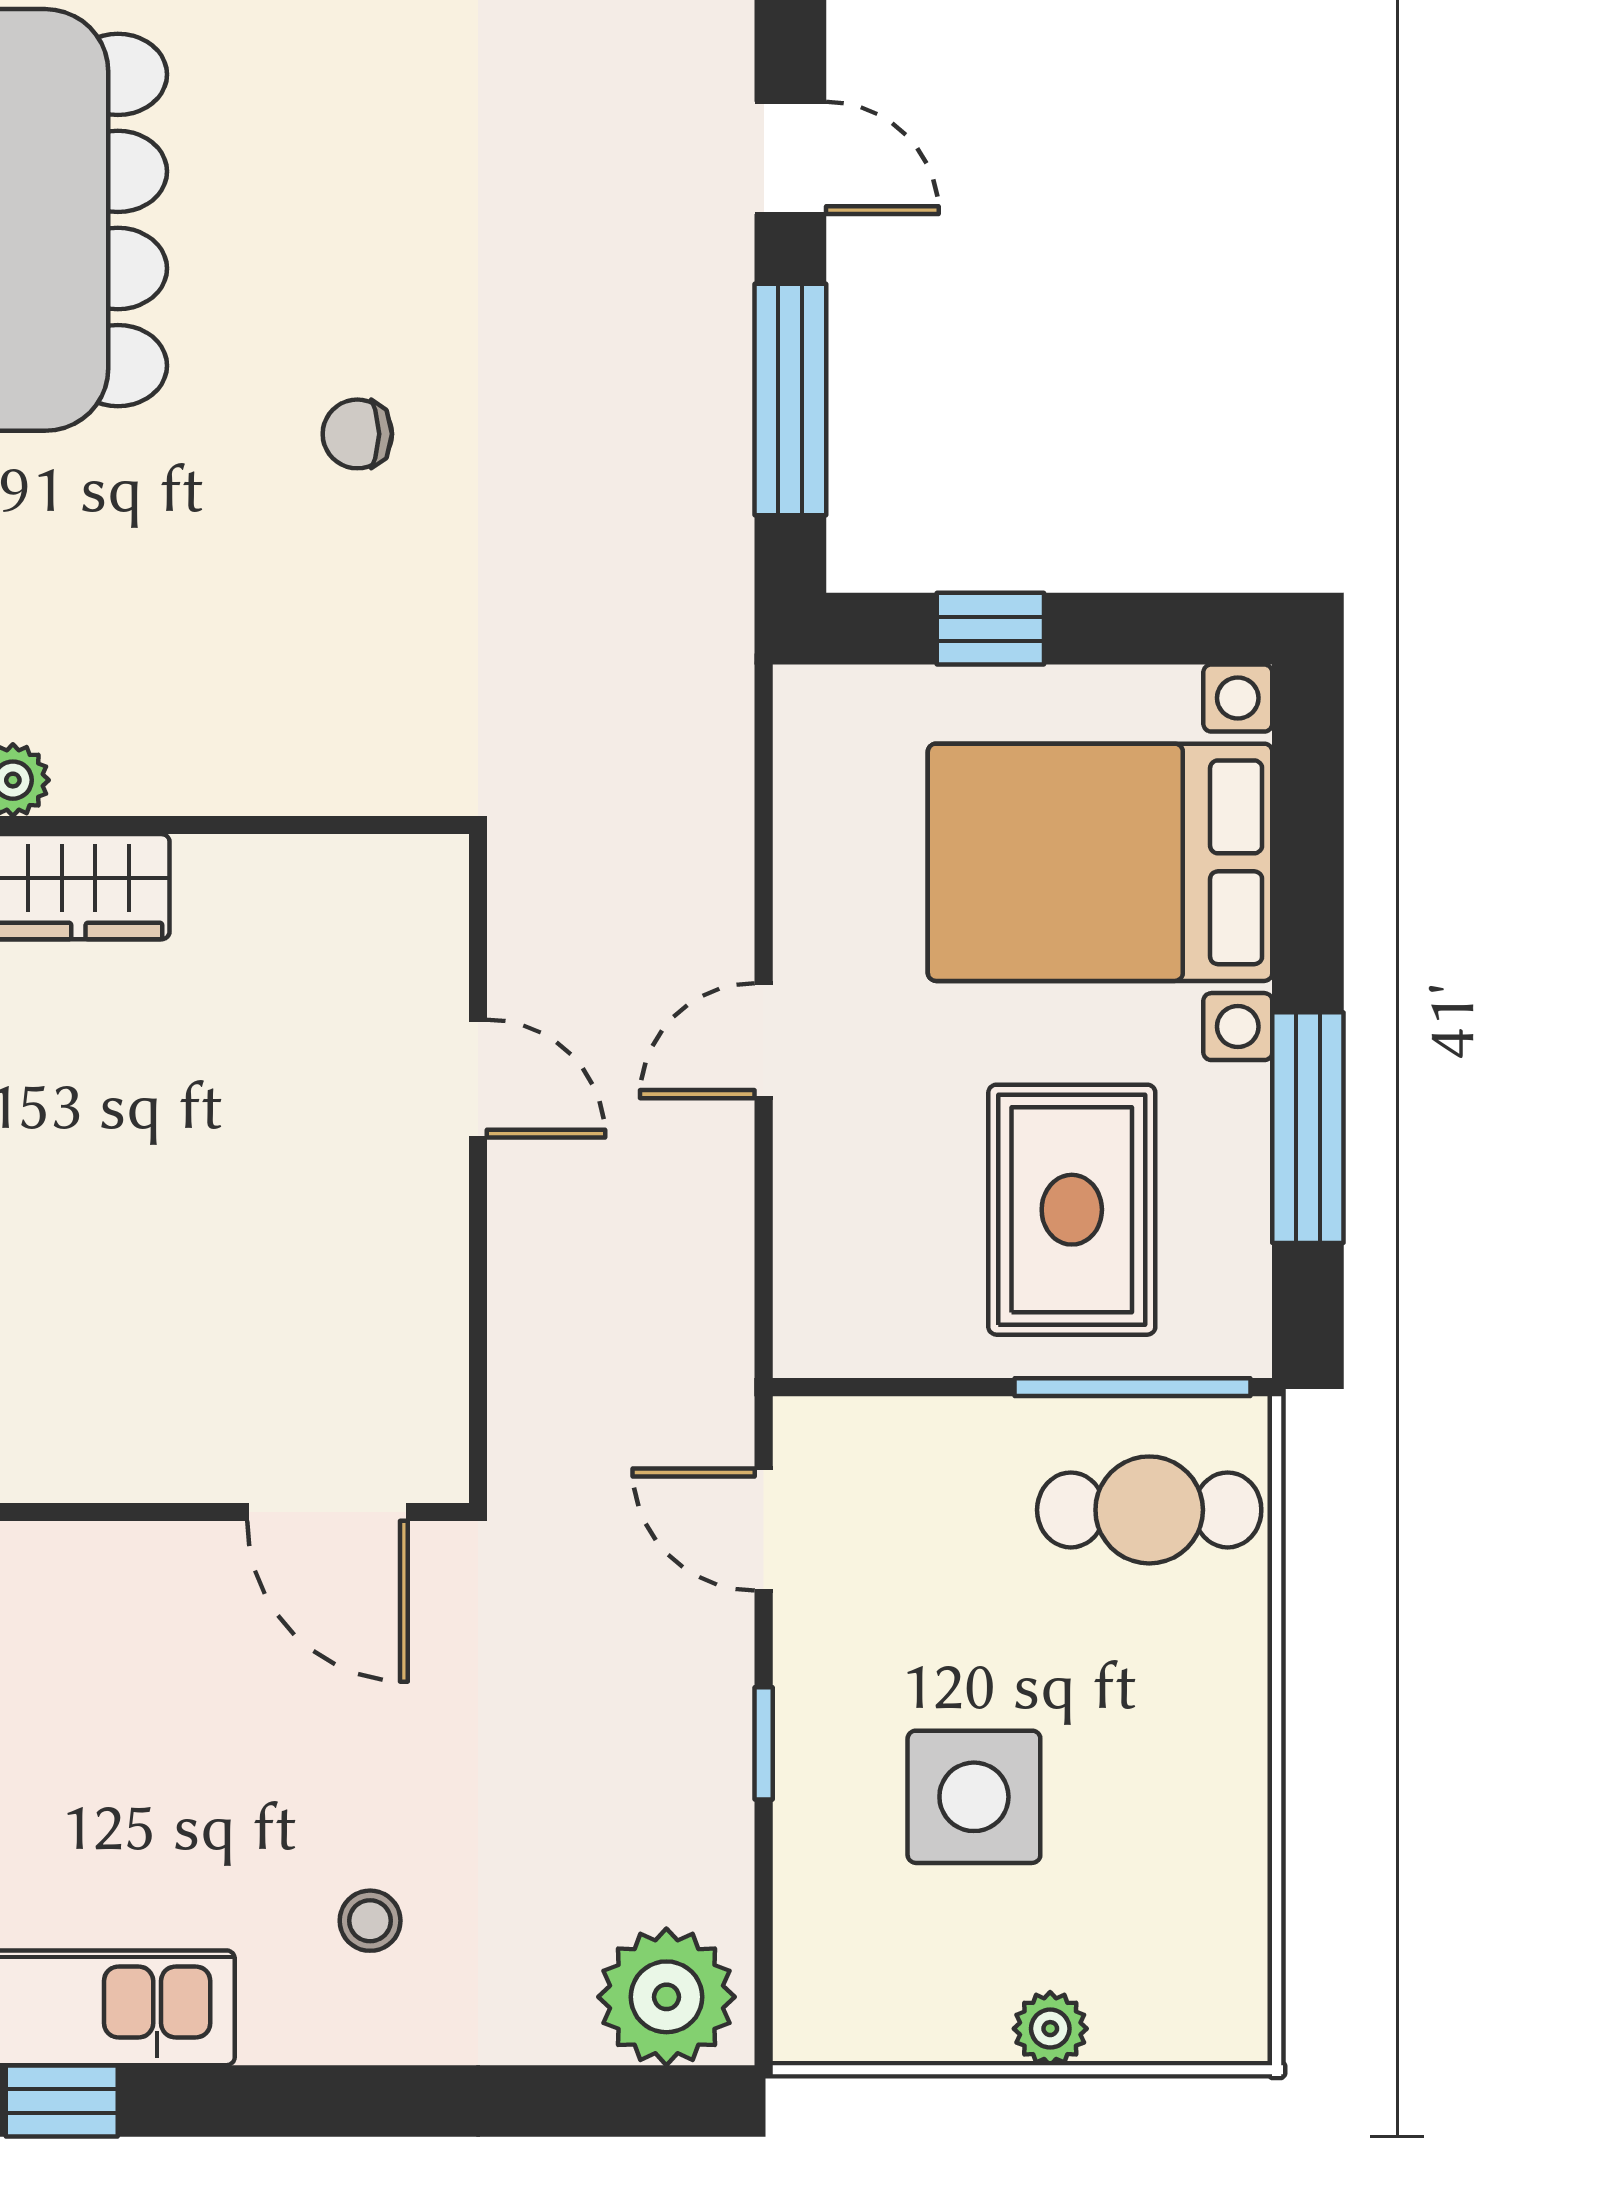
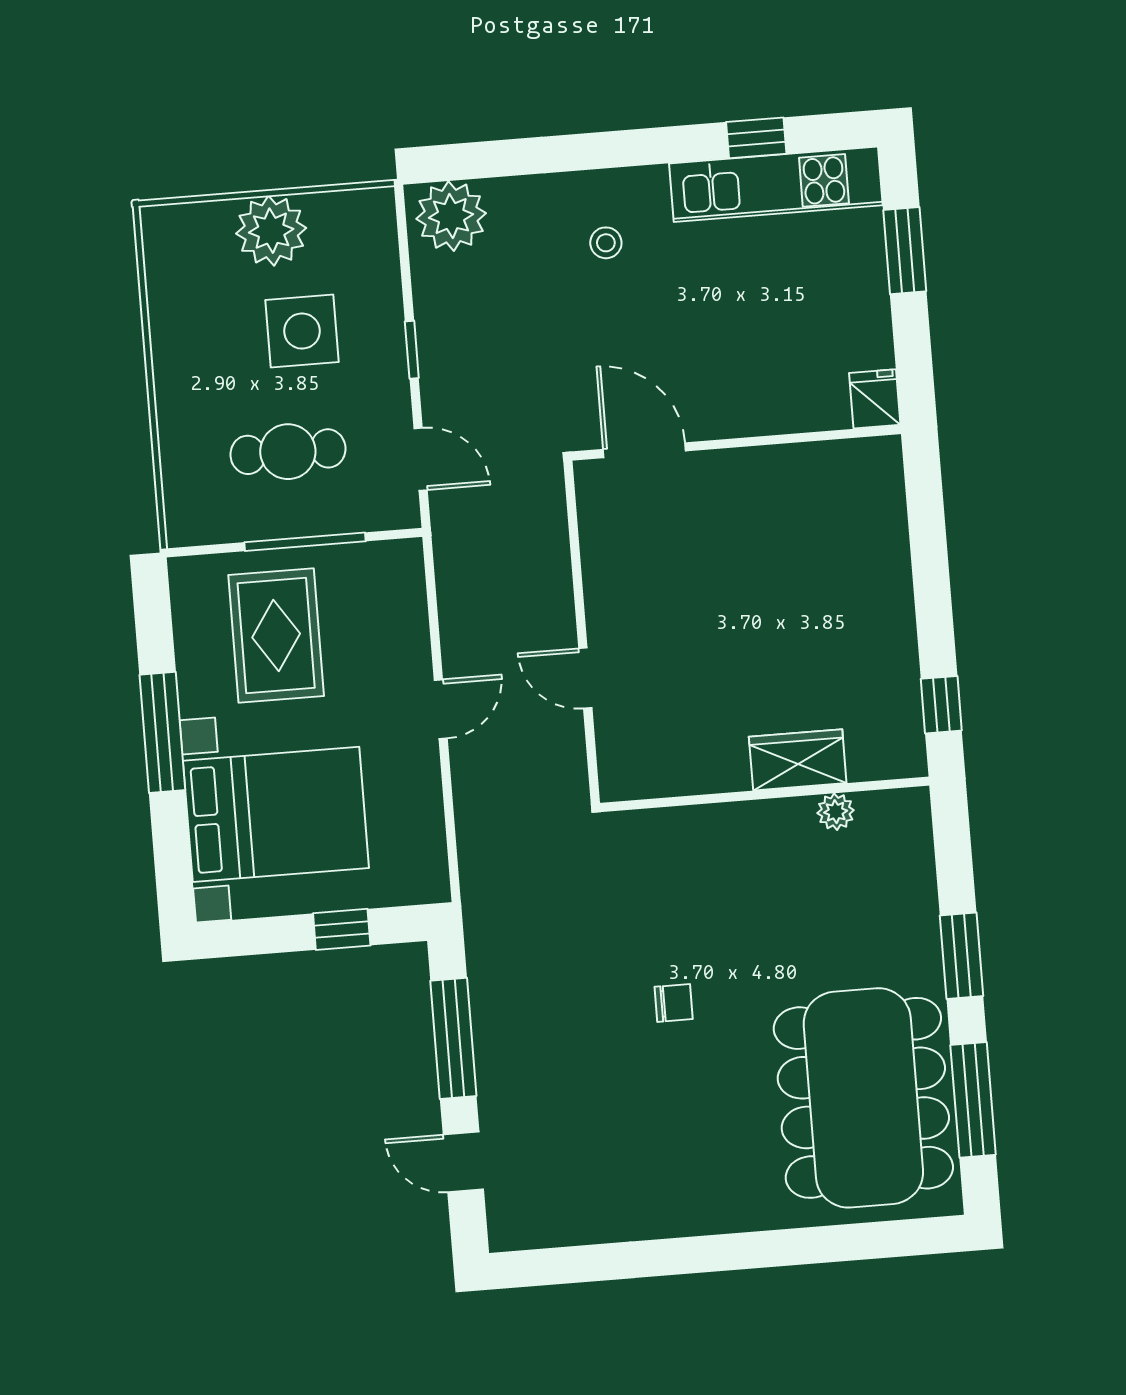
window: (1308, 1128) -> (162, 732), moved
window: (1132, 1387) -> (305, 542), moved
cafe table: (1149, 1510) -> (288, 452), moved
plant: (1050, 2029) -> (271, 231), width x1.87, depth x1.87

